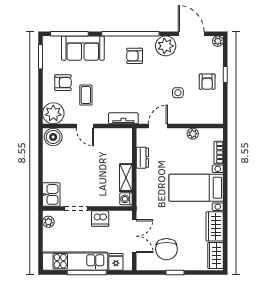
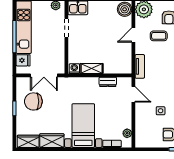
plant: (193, 134) -> (127, 133), moved
dishwasher: (100, 218) -> (58, 47), removed

